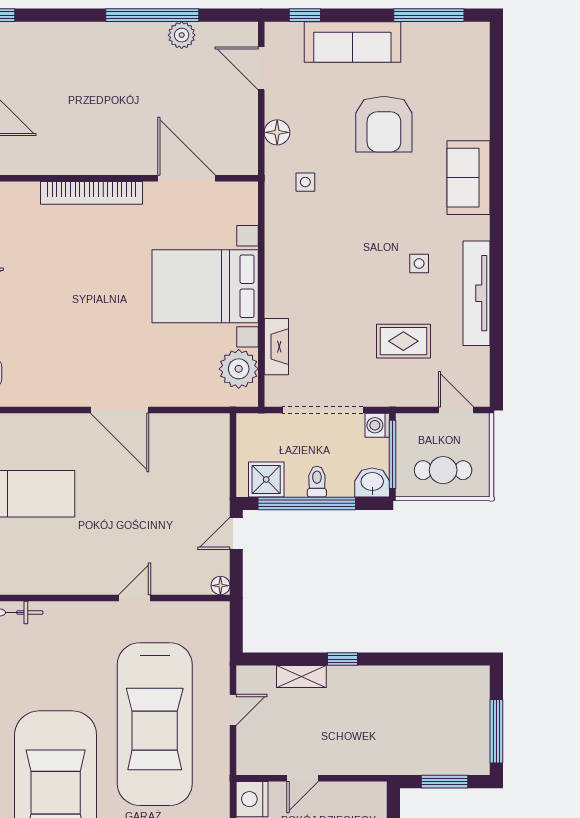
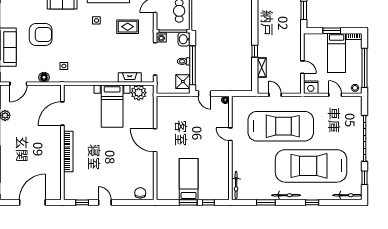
bed with nightstands: (205, 286) -> (112, 106), width x0.73
rug: (403, 341) -> (128, 27), turned 90
door: (120, 410) -> (155, 140), swing flipped

